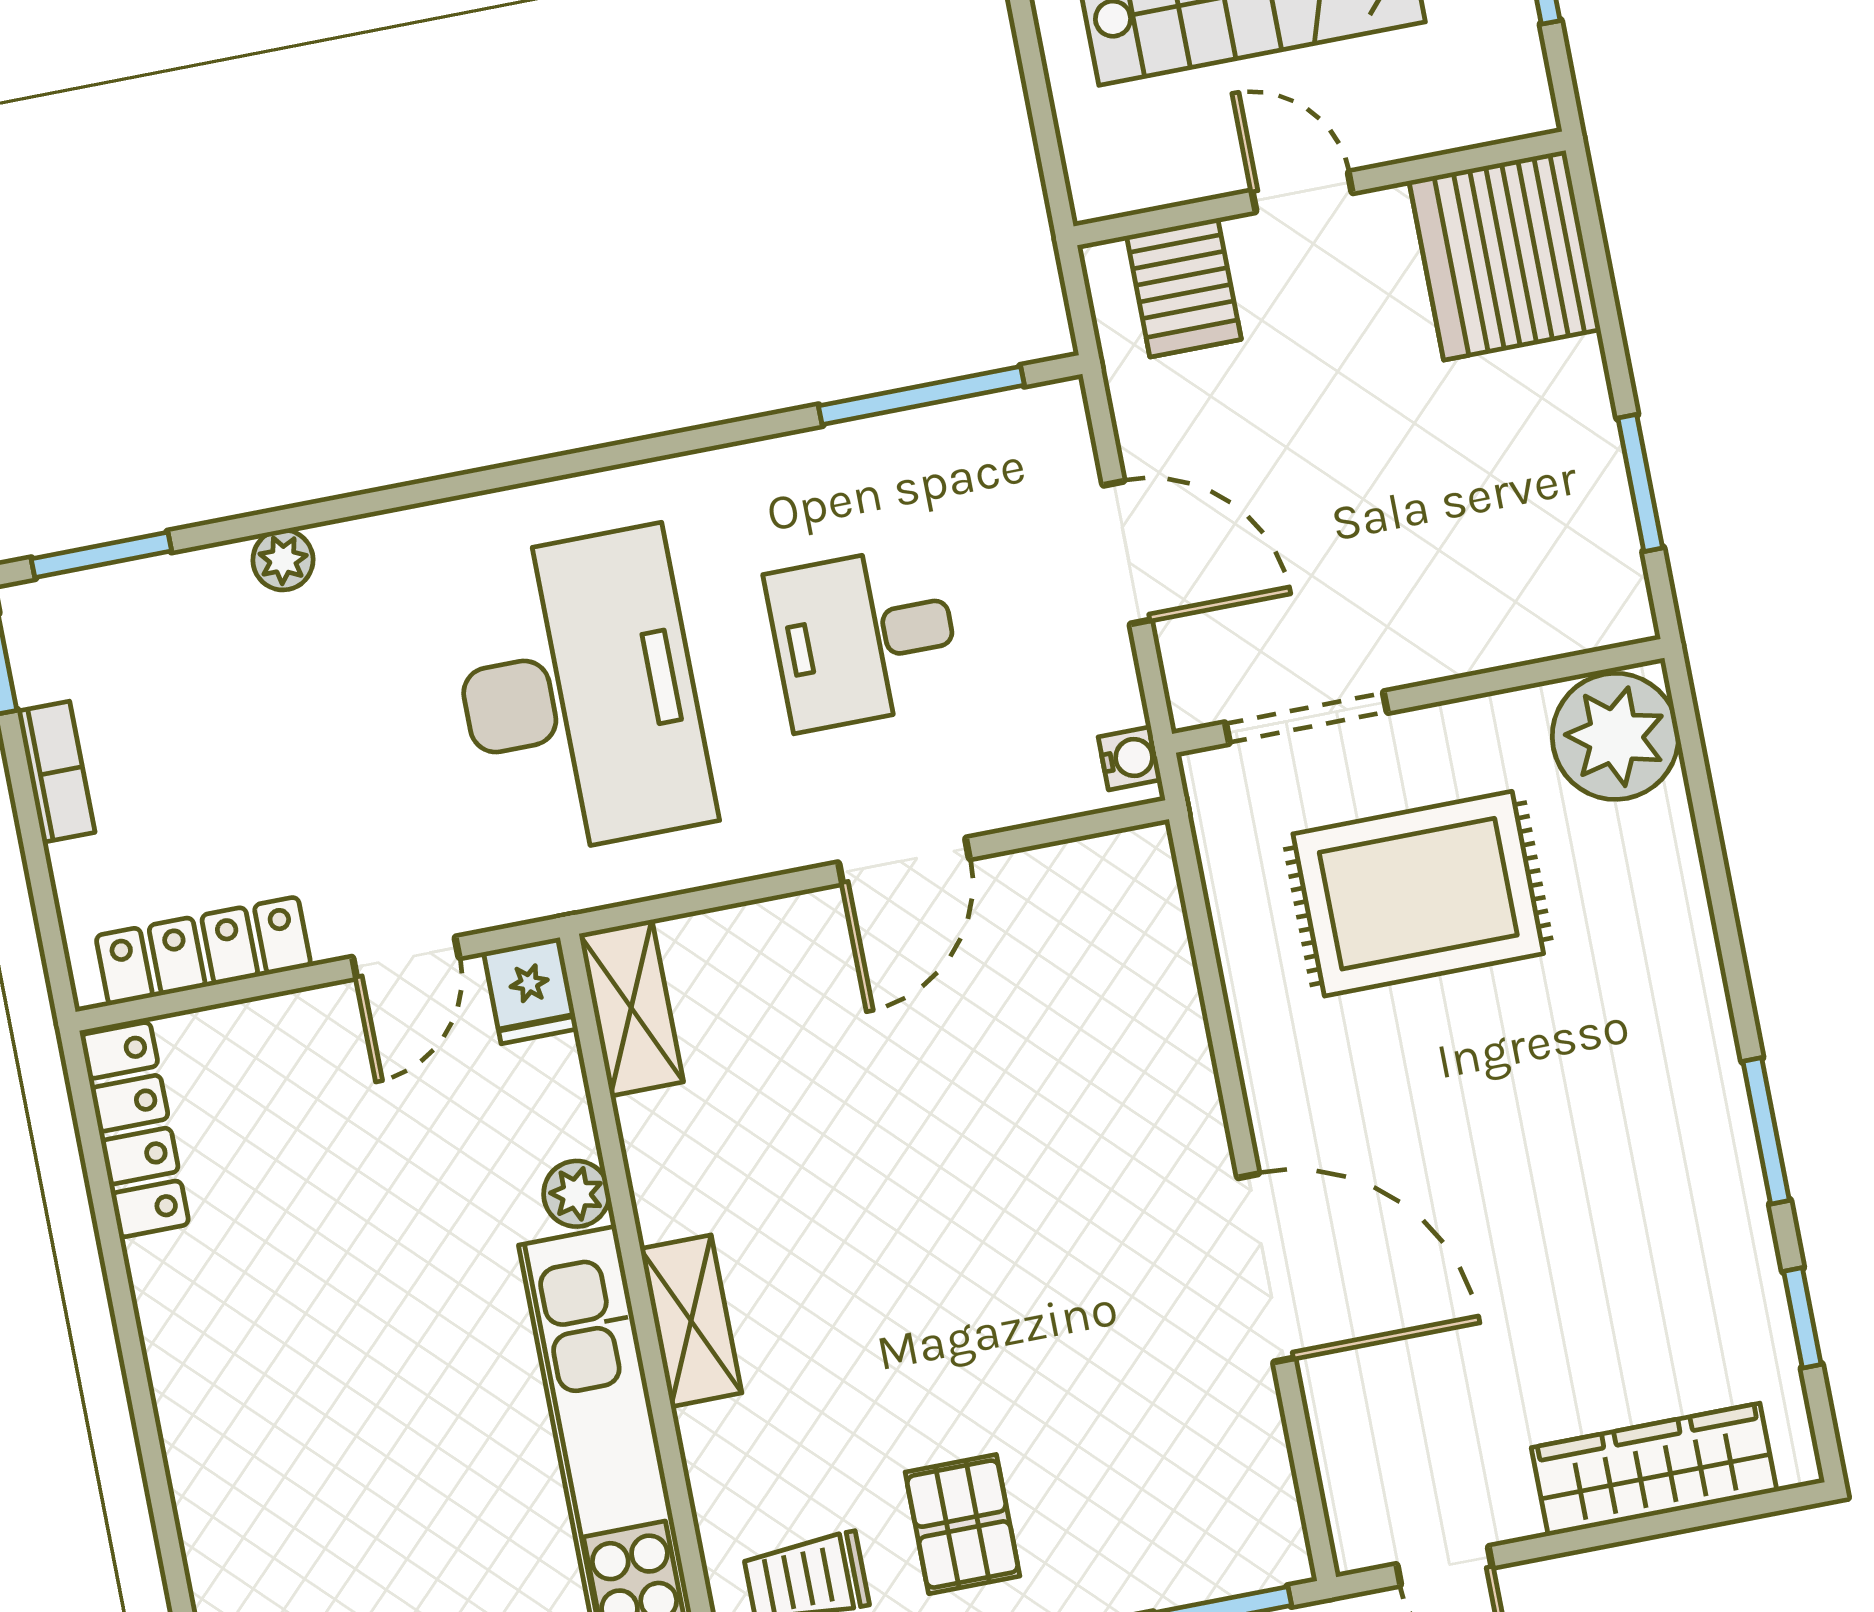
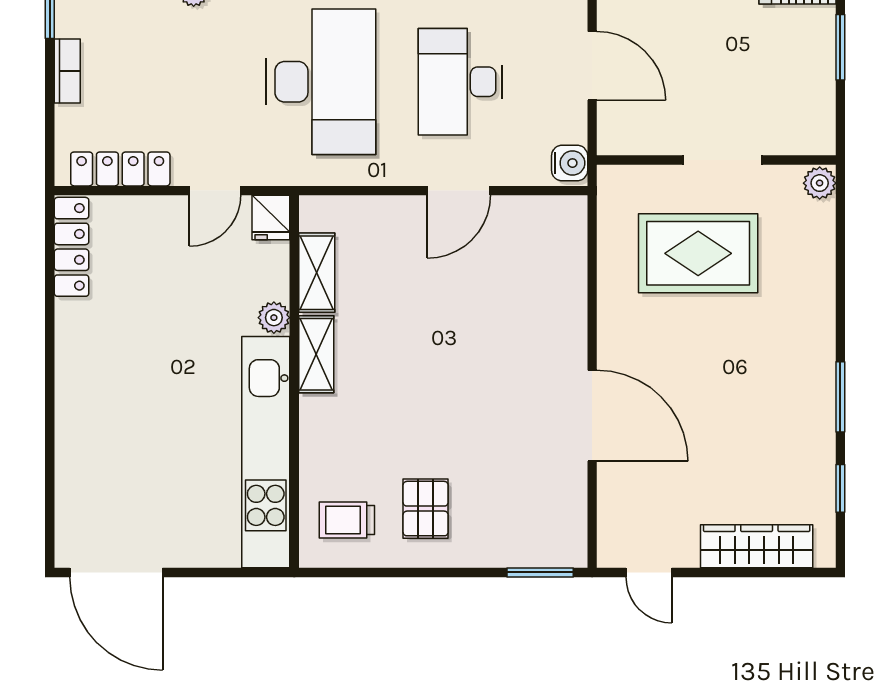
window: (1640, 483) -> (840, 47), moved
desk: (864, 638) -> (460, 82), width x1.37
doorway: (1306, 718) -> (722, 160), moved
plant: (1615, 736) -> (820, 183), width x0.53, depth x0.53
water cooler: (1130, 758) -> (570, 163), width x1.38, depth x1.38
shelving: (631, 1008) -> (317, 273), moved
shelving: (691, 1321) -> (316, 354), moved

